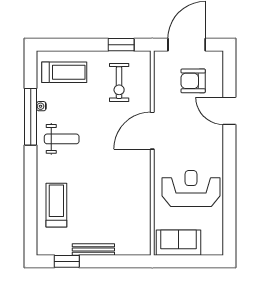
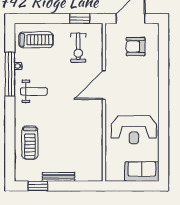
door: (229, 111) -> (164, 70), removed
reception desk: (191, 189) -> (134, 130), turned 180
treadmill: (56, 205) -> (30, 143), turned 180
sofa: (179, 243) -> (142, 172), moved

